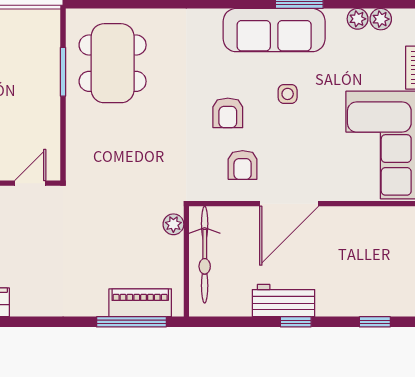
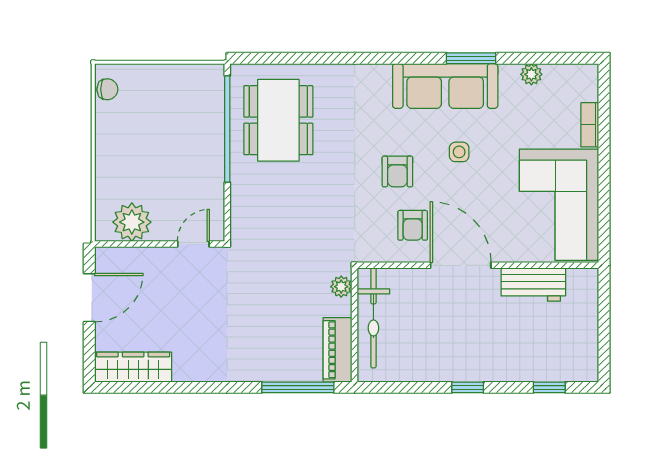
plant: (381, 19) -> (555, 75), removed
window: (63, 72) -> (227, 129), width x2.11
door: (289, 204) -> (461, 265), swing flipped
workbench: (283, 301) -> (533, 285), moved, turned 180
piano: (140, 303) -> (337, 350), moved, turned -90

